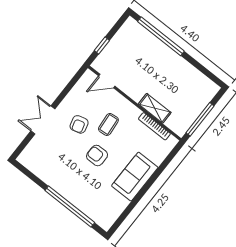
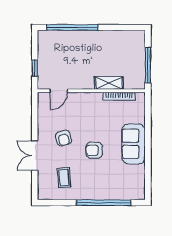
coffee table: (108, 124) -> (64, 178), moved

